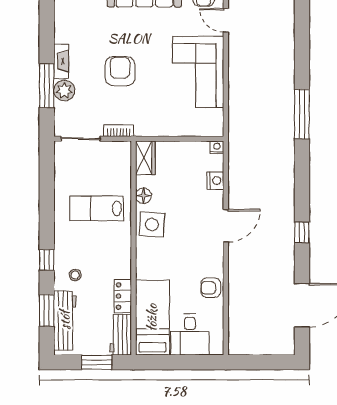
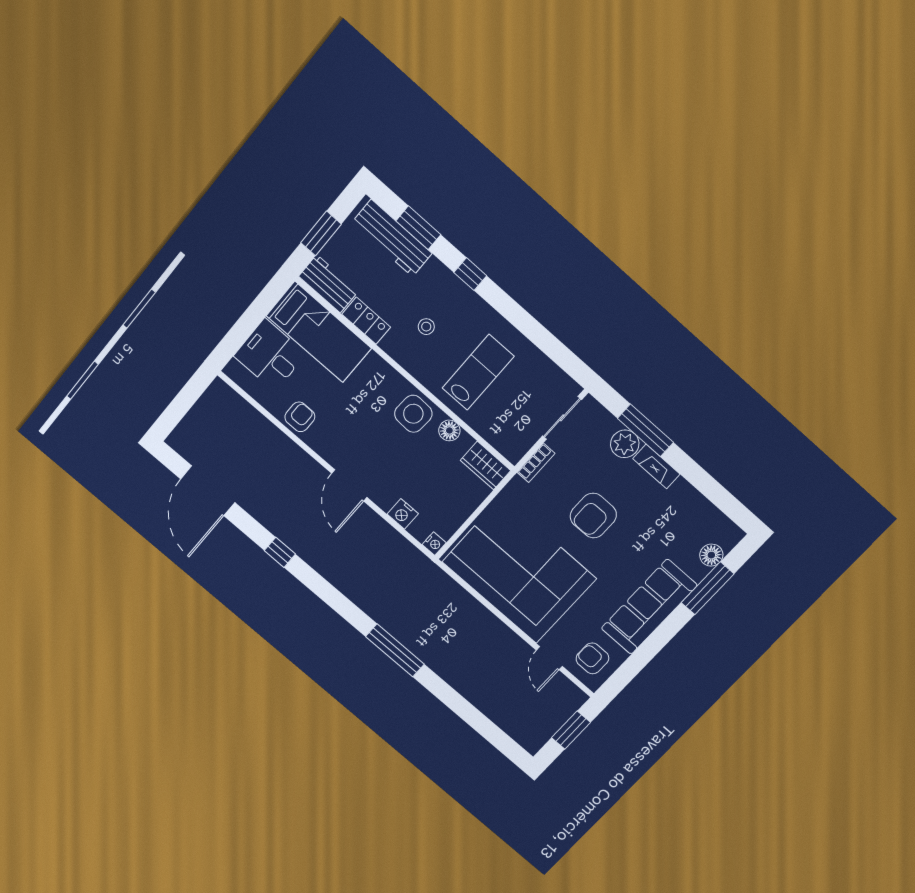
door: (226, 20) -> (549, 658), swing flipped
armchair: (120, 71) -> (593, 516), turned 90
corner sofa: (198, 72) -> (519, 570), width x1.36, depth x1.36
stool: (75, 275) -> (426, 327), moved

